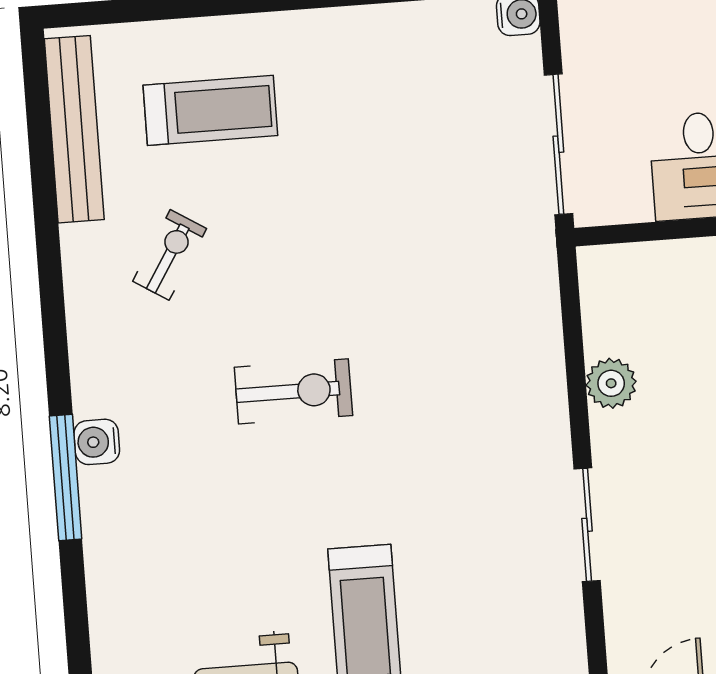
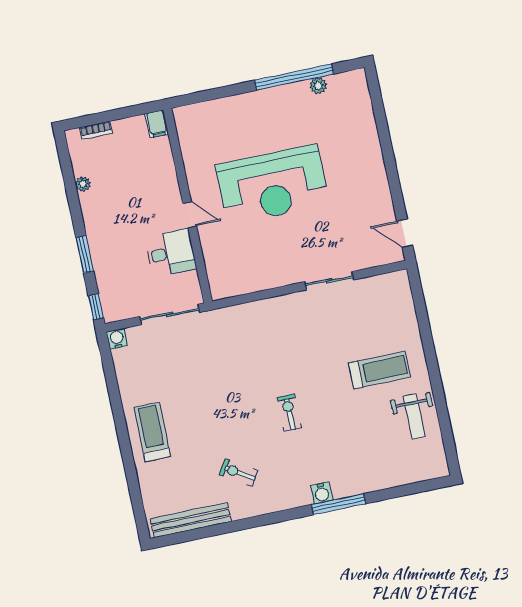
treadmill: (210, 110) -> (152, 432), moved
plant: (611, 383) -> (268, 279), removed
exercise bike: (293, 391) -> (289, 413), width x0.73, depth x0.72

